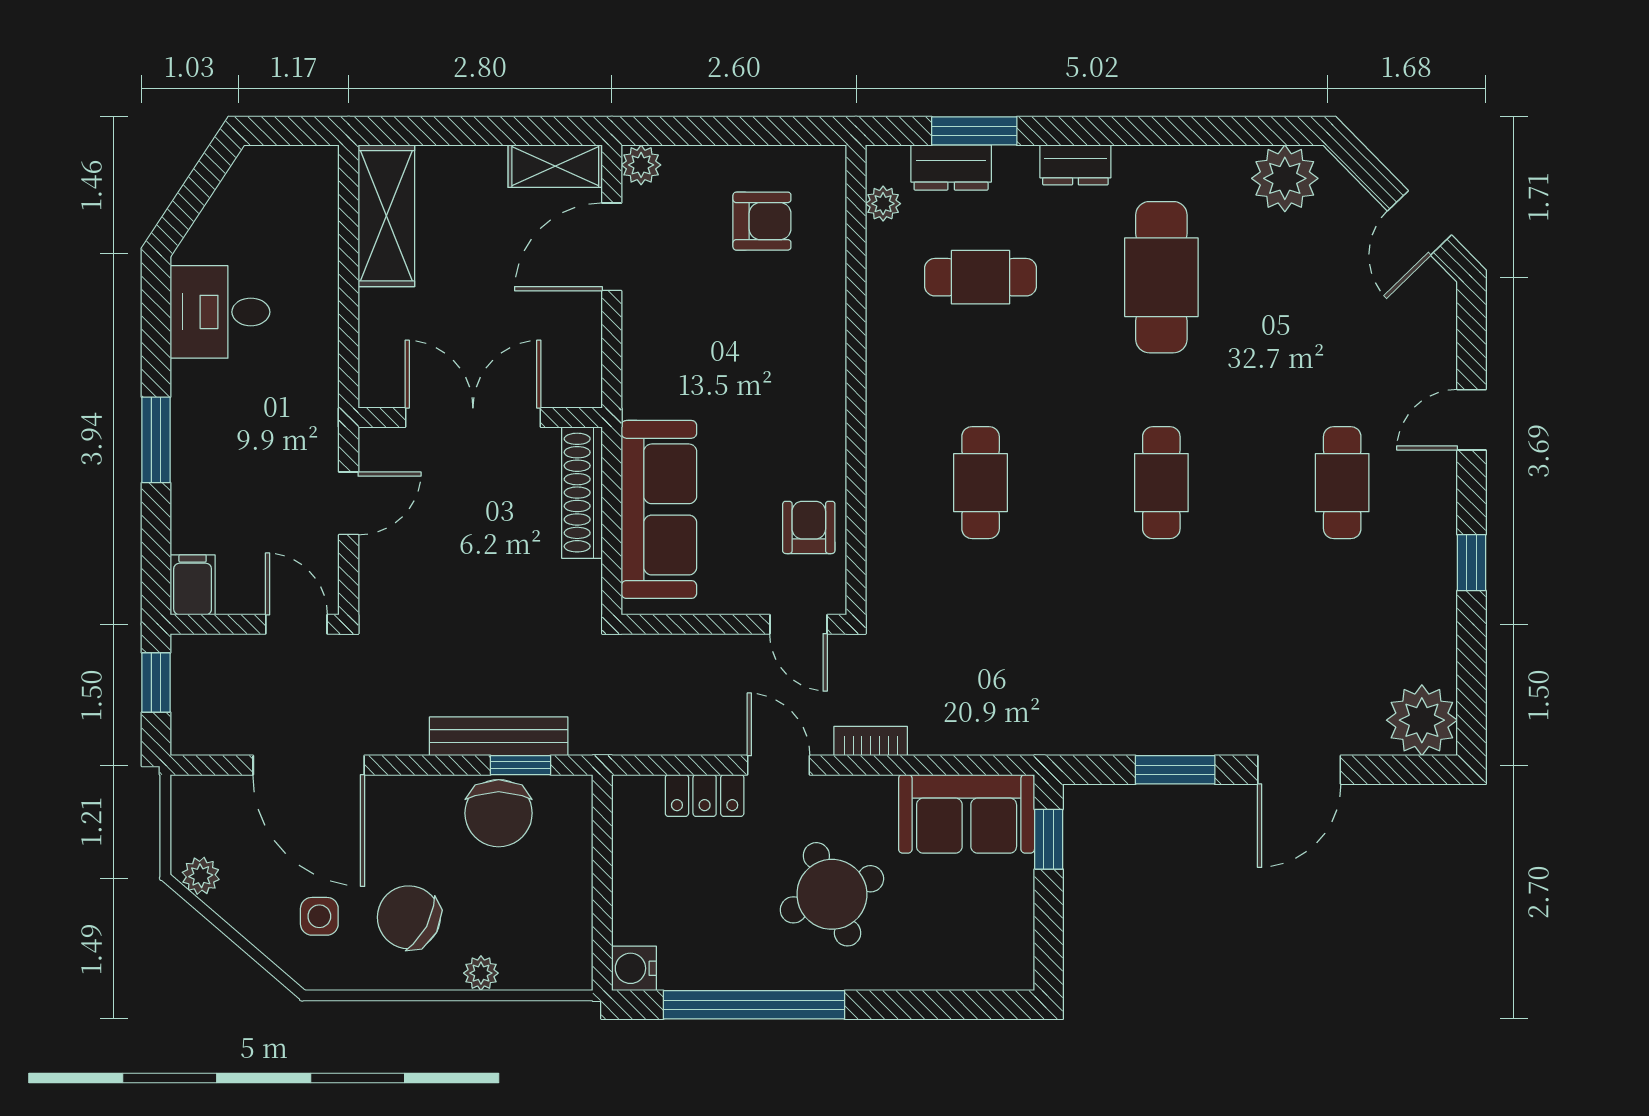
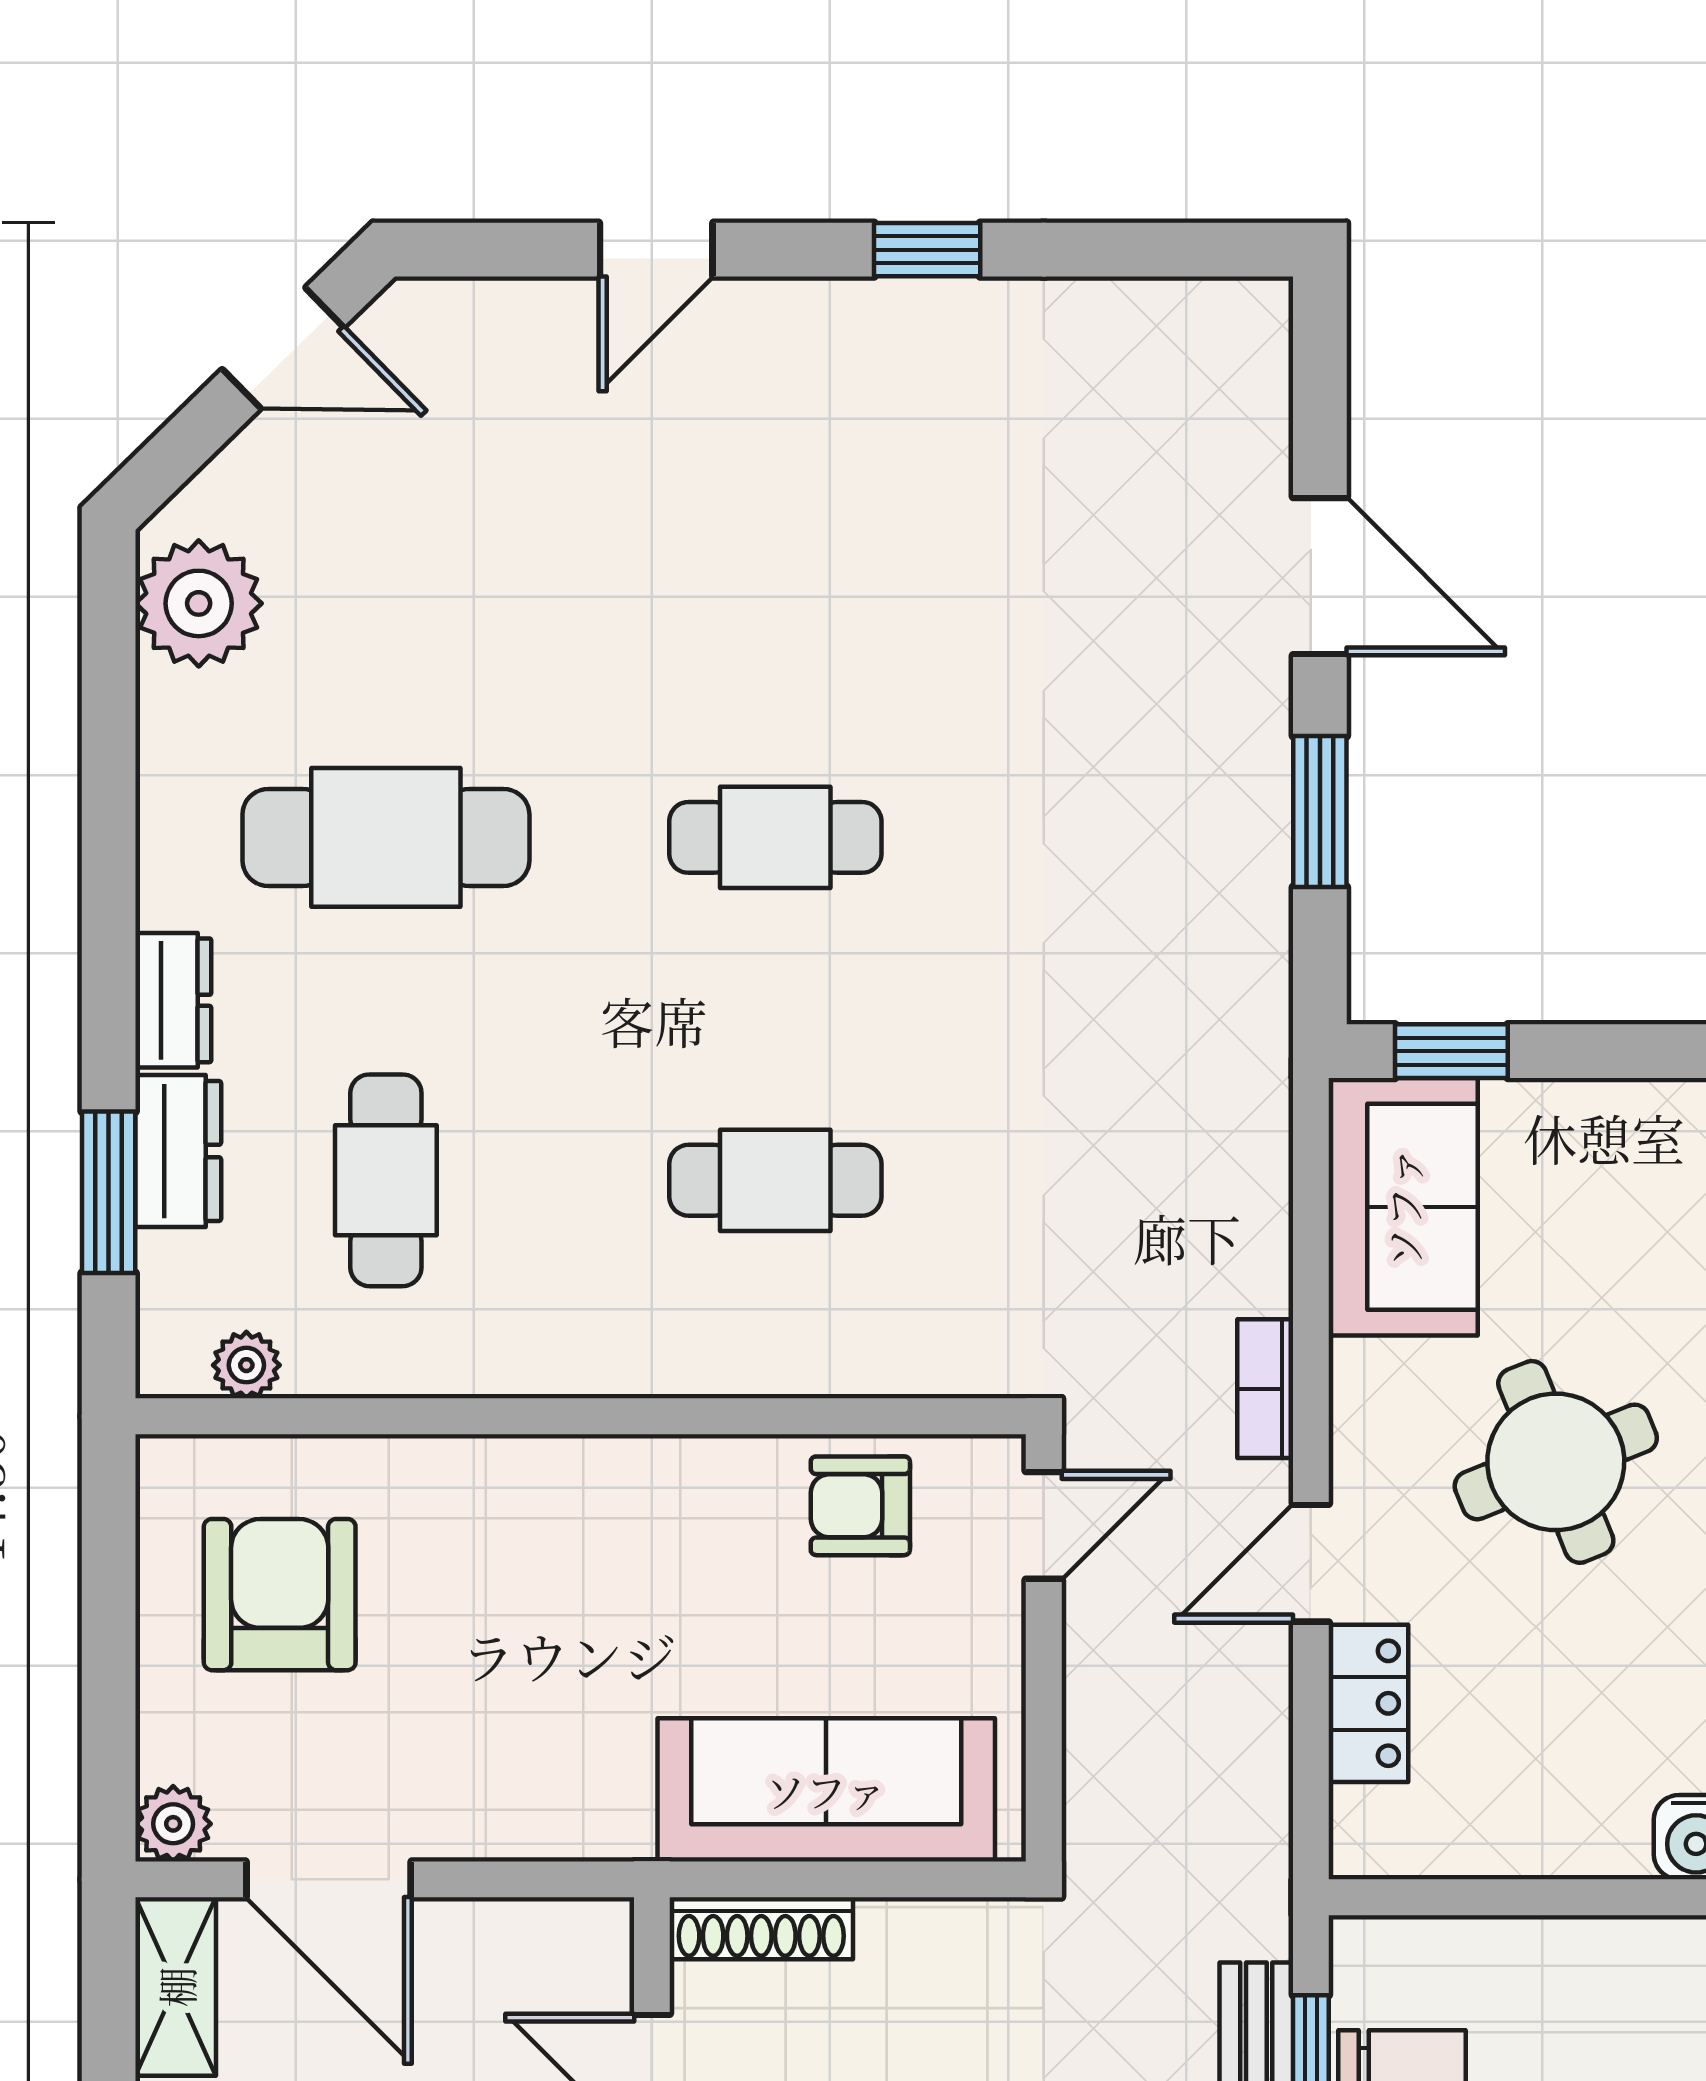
dresser: (951, 168) -> (178, 1151), moved
armchair: (762, 221) -> (280, 1595), width x1.38, depth x1.38
door: (1471, 420) -> (656, 250), hinge flipped
cafe table: (1342, 483) -> (775, 495), removed
shoe rack: (582, 493) -> (761, 1928), width x0.74, depth x0.81
plant: (1422, 720) -> (1226, 344), removed

